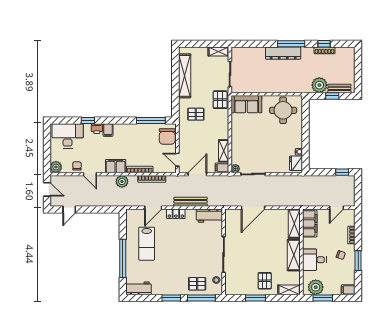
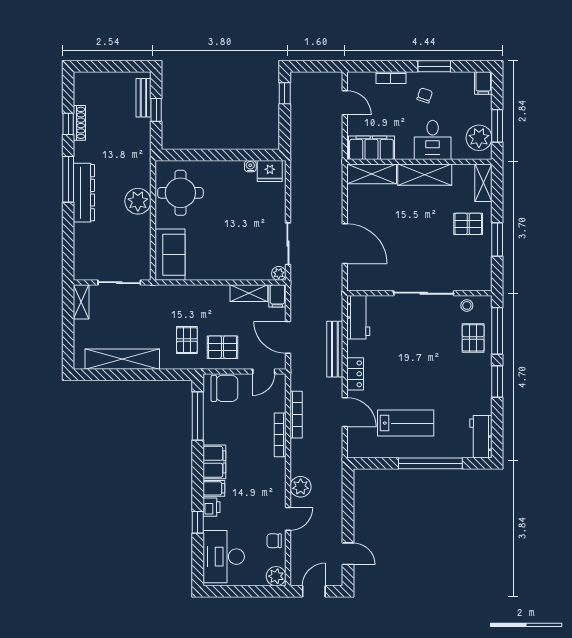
plant: (319, 85) -> (138, 201), moved
pallet: (220, 100) -> (223, 347), moved
filing cabinet: (116, 166) -> (214, 462), moved, turned 180
plant: (122, 181) -> (301, 487), moved

